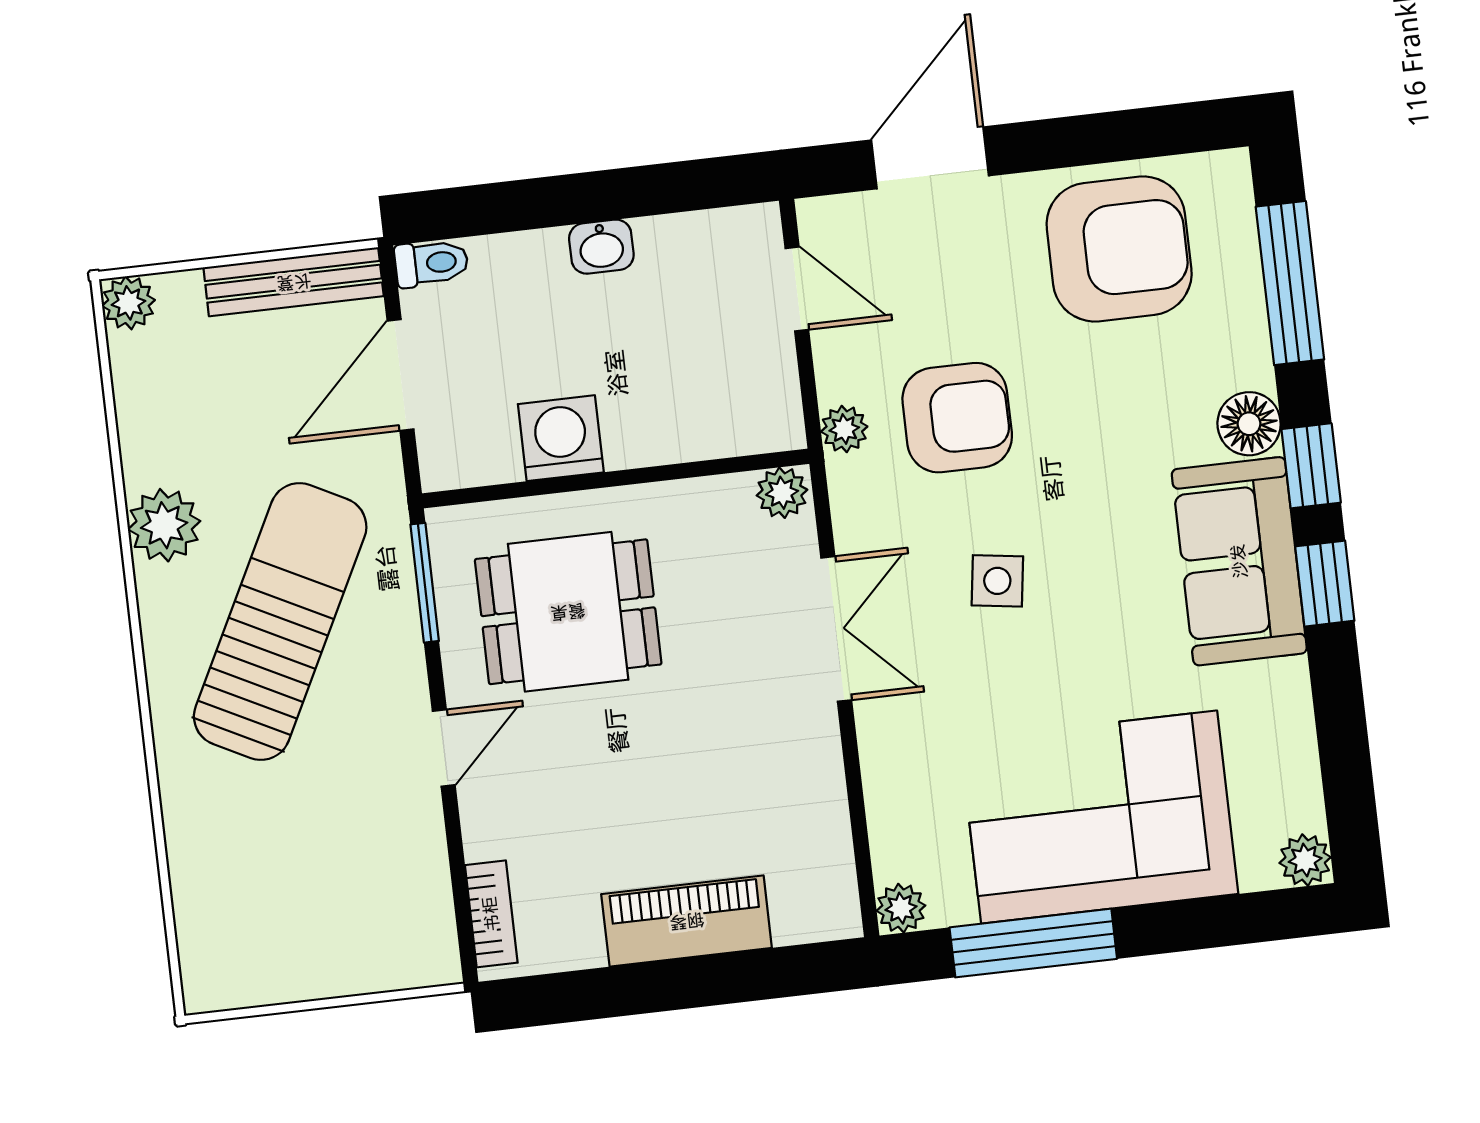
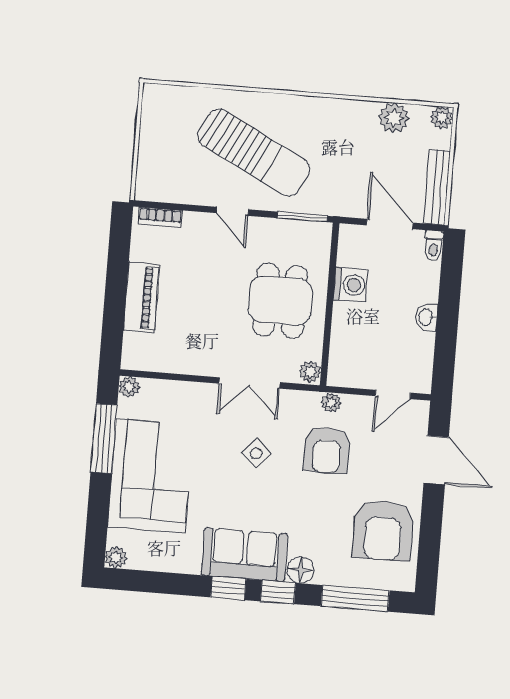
plant: (164, 525) -> (394, 118), moved
side table: (997, 581) -> (256, 453), turned 34
dining table: (568, 612) -> (280, 301), moved
sun lounger: (280, 622) -> (254, 153), moved

